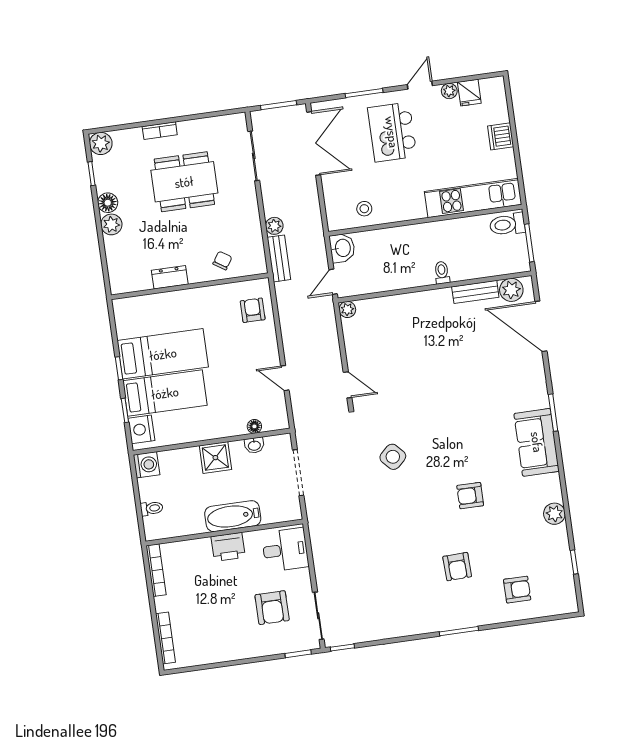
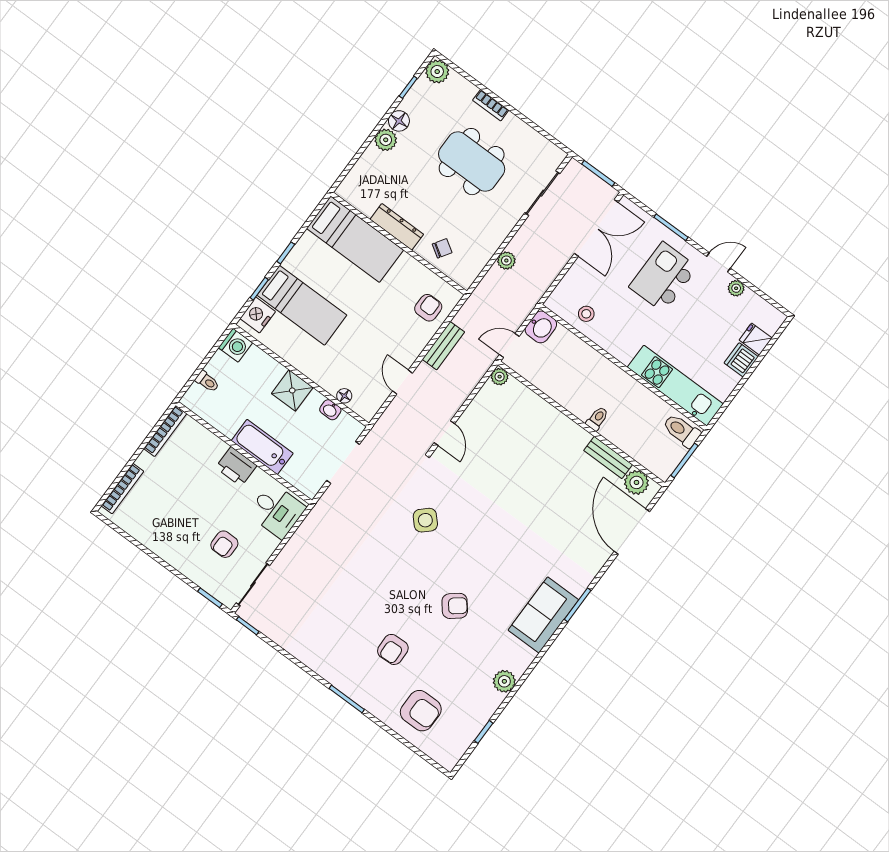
fridge: (469, 93) -> (756, 339), moved, turned 90
bench: (279, 258) -> (443, 346), moved
dresser: (170, 277) -> (397, 227), width x1.44
bed: (163, 354) -> (355, 239), moved
armchair: (470, 496) -> (455, 606), turned 141
armchair: (517, 590) -> (421, 711), width x1.38, depth x1.38
armchair: (272, 608) -> (224, 544), width x0.72, depth x0.72

